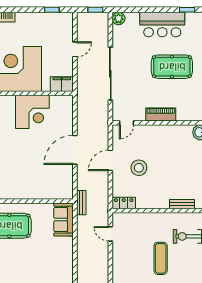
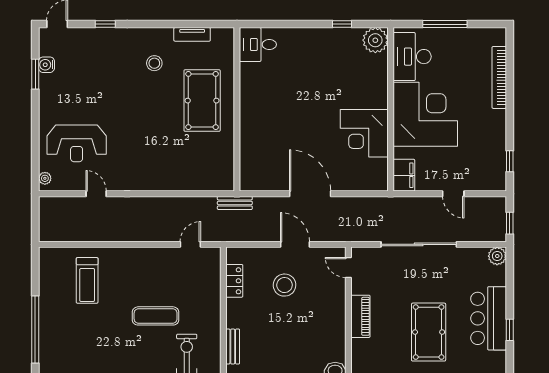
window: (187, 10) -> (510, 330), moved
locker: (124, 203) -> (234, 281), moved
sofa: (63, 220) -> (211, 178), removed

